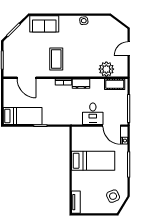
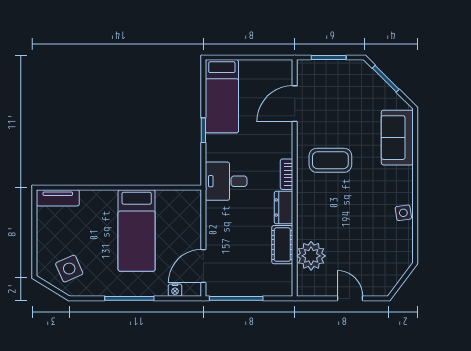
cot: (115, 84) -> (282, 245), moved
desk: (93, 114) -> (226, 181), moved

